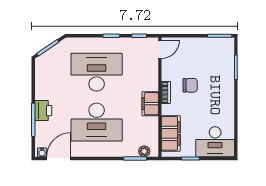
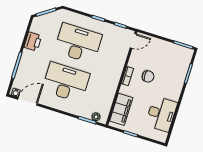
filing cabinet: (150, 104) -> (112, 81), removed
printer: (43, 111) -> (33, 42), moved
desk: (97, 122) -> (66, 82), turned 180
desk: (215, 142) -> (161, 114), moved, turned -90

